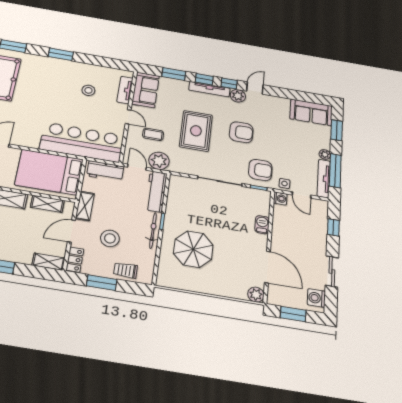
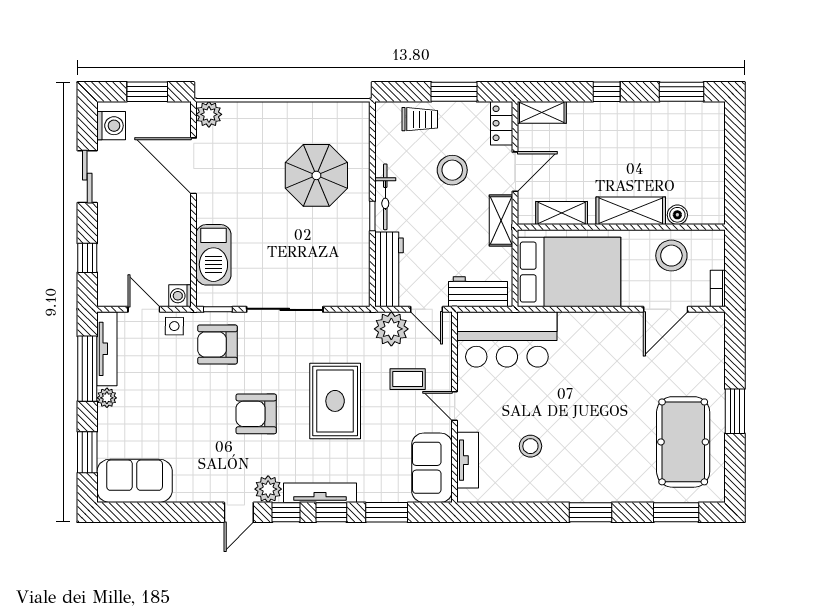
bar counter: (82, 142) -> (507, 339), width x0.73
barbecue: (262, 225) -> (213, 255), width x1.88, depth x1.53

